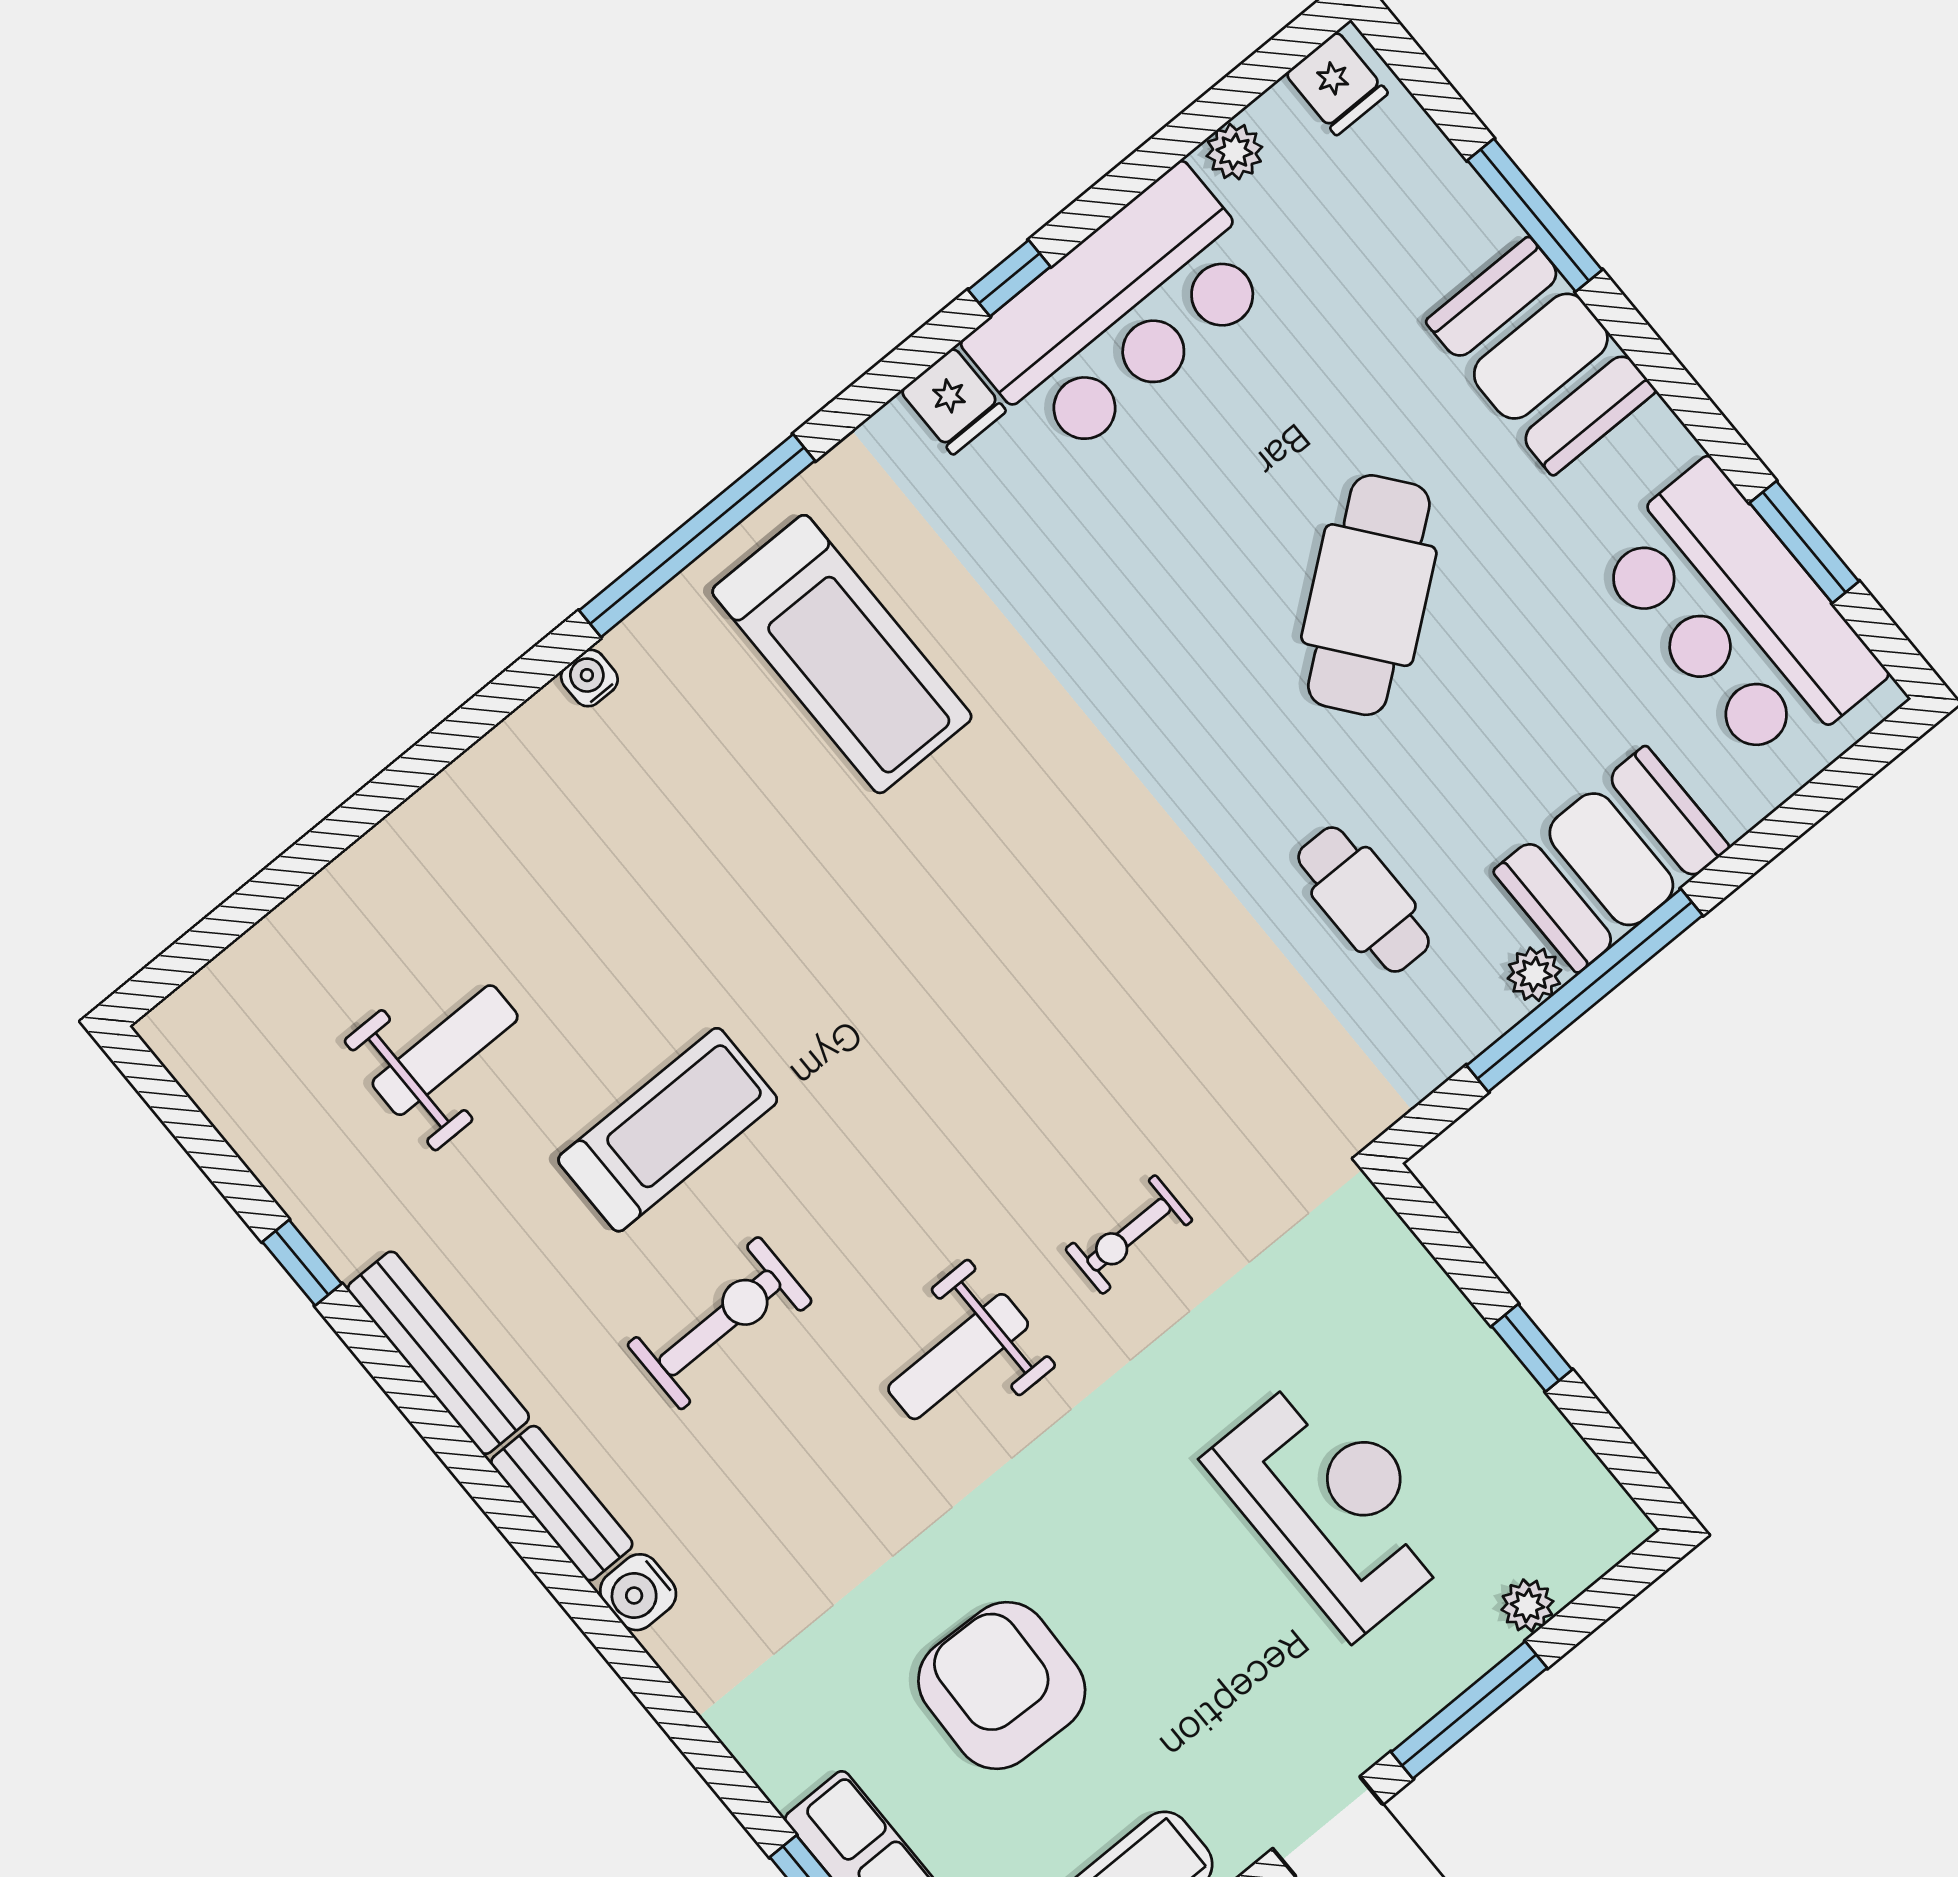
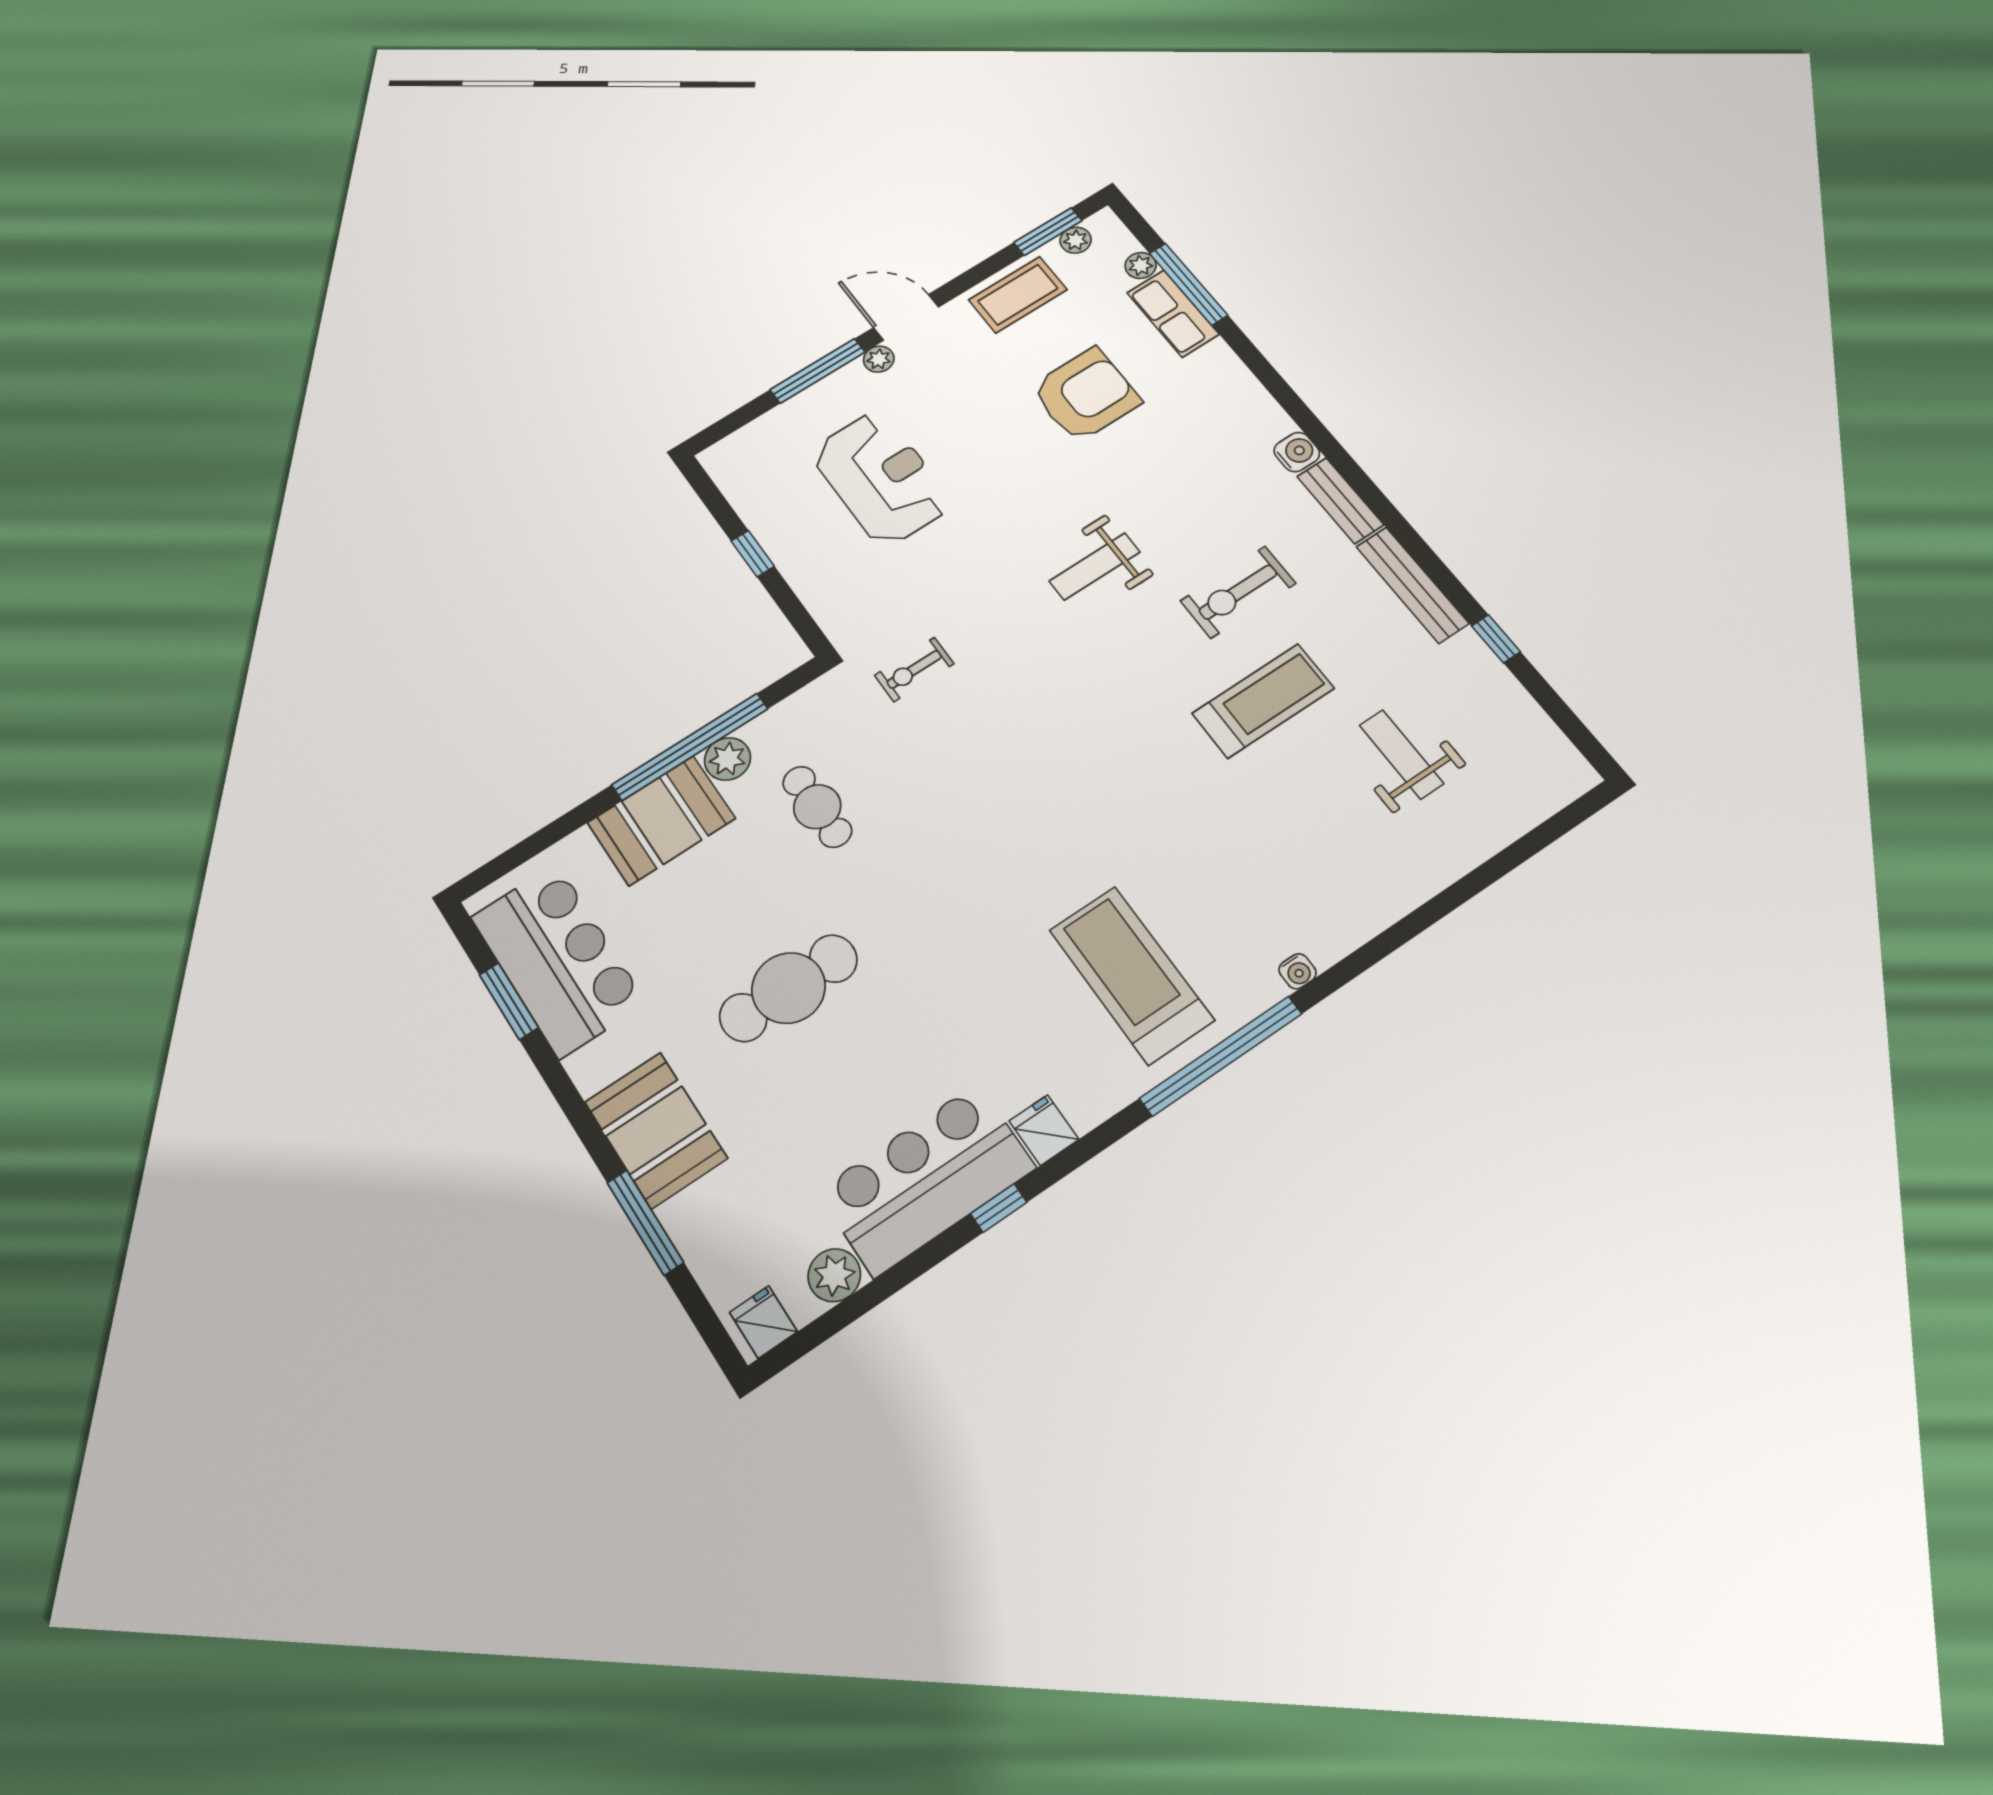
plant: (1234, 151) -> (834, 1275), width x1.38, depth x1.38
cafe table: (1369, 595) -> (788, 988), turned 38
plant: (1534, 974) -> (727, 759), width x1.38, depth x1.38
weight bench: (445, 1050) -> (1402, 754), turned 90
treadmill: (668, 1130) -> (1263, 701), turned 180
exercise bike: (1129, 1235) -> (914, 670), moved, turned 180
weight bench: (958, 1357) -> (1095, 567), turned 180
reception desk: (1333, 1504) -> (881, 478), turned 180
plant: (1527, 1605) -> (879, 359), moved
armchair: (1002, 1686) -> (1085, 395), turned -92

